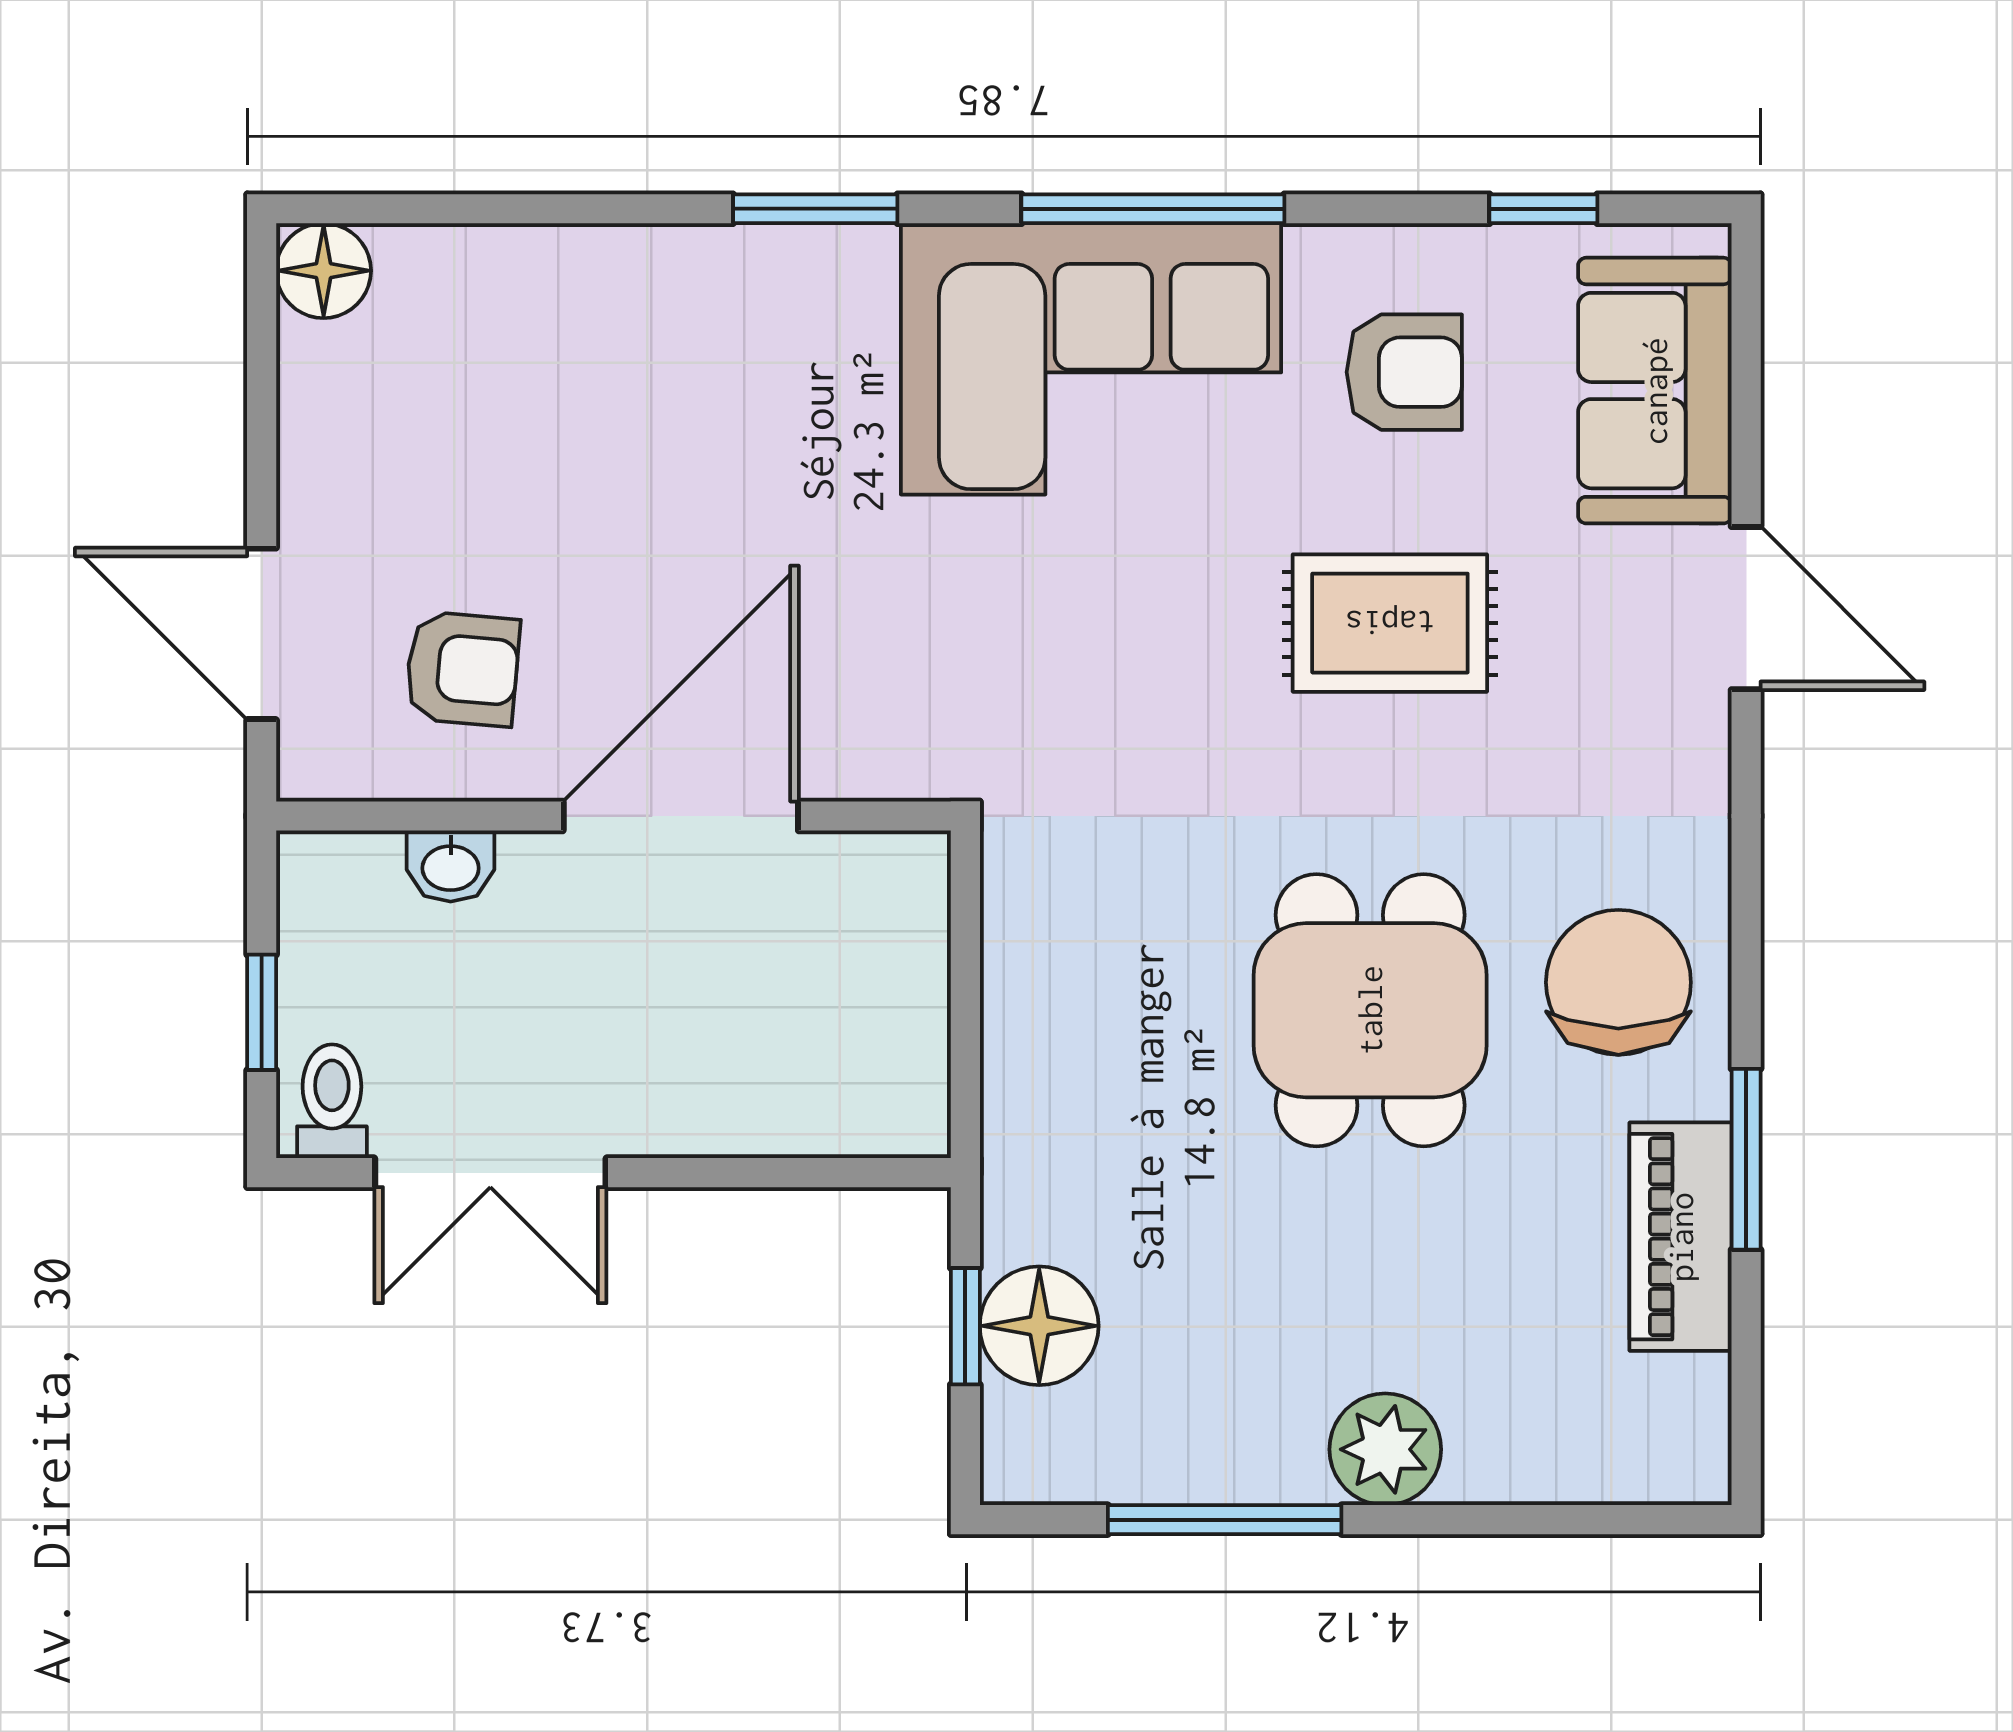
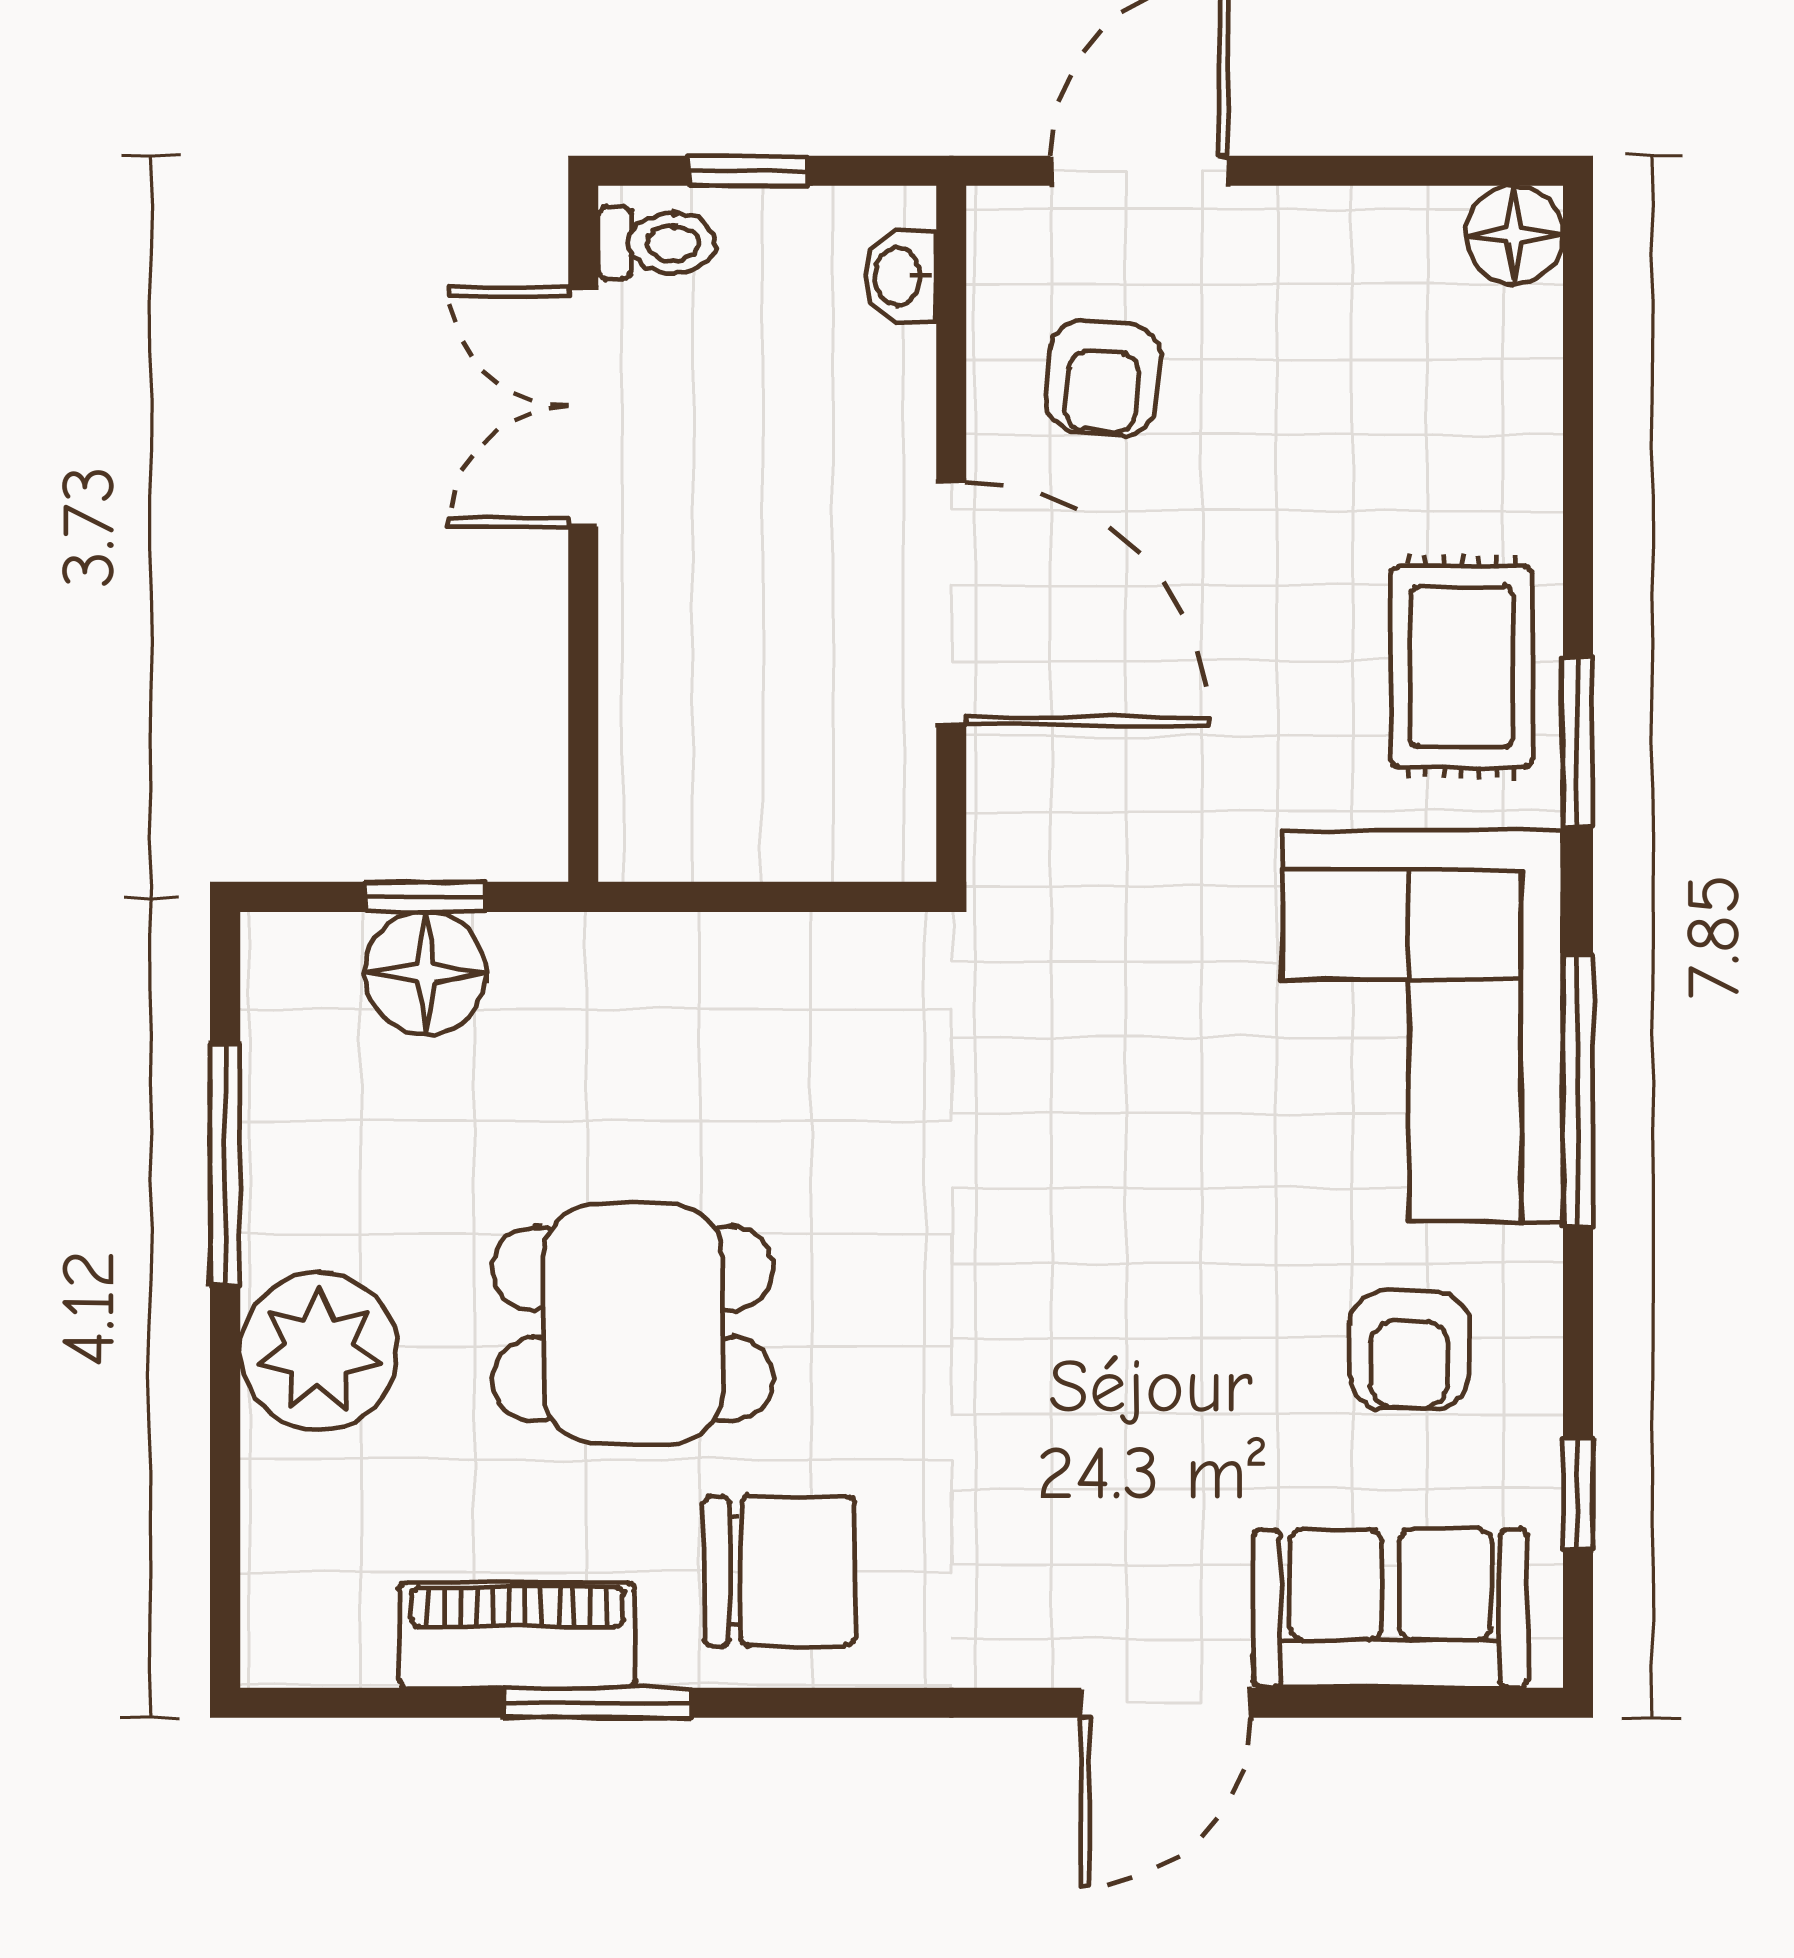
rug: (1390, 623) -> (1461, 667), moved
washbasin: (451, 866) -> (900, 276), moved
dining table: (1370, 1010) -> (633, 1324), moved
plant: (1385, 1449) -> (319, 1351), width x1.36, depth x1.36

